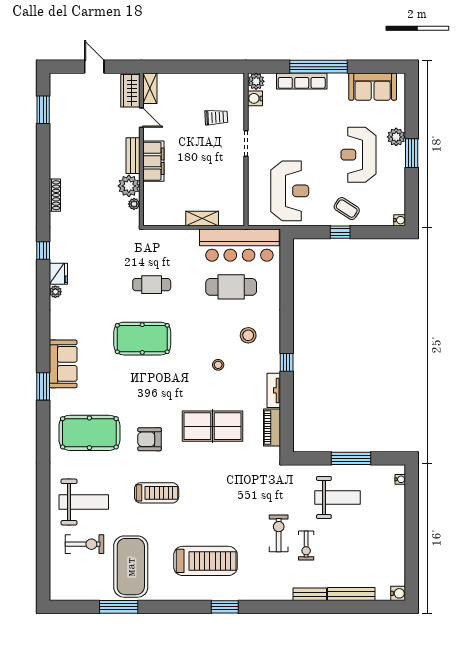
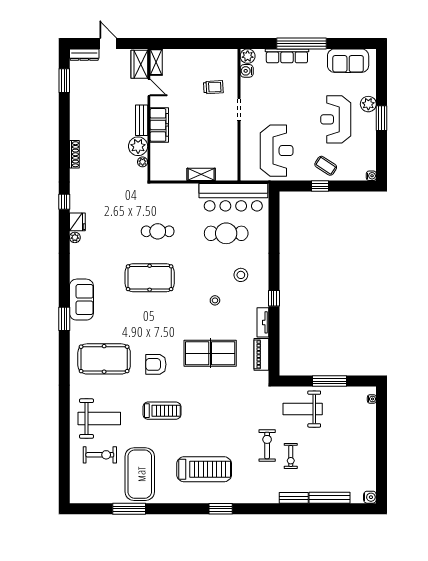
dresser: (66, 79) -> (84, 55), added
weight bench: (338, 498) -> (303, 409), moved, turned 180

